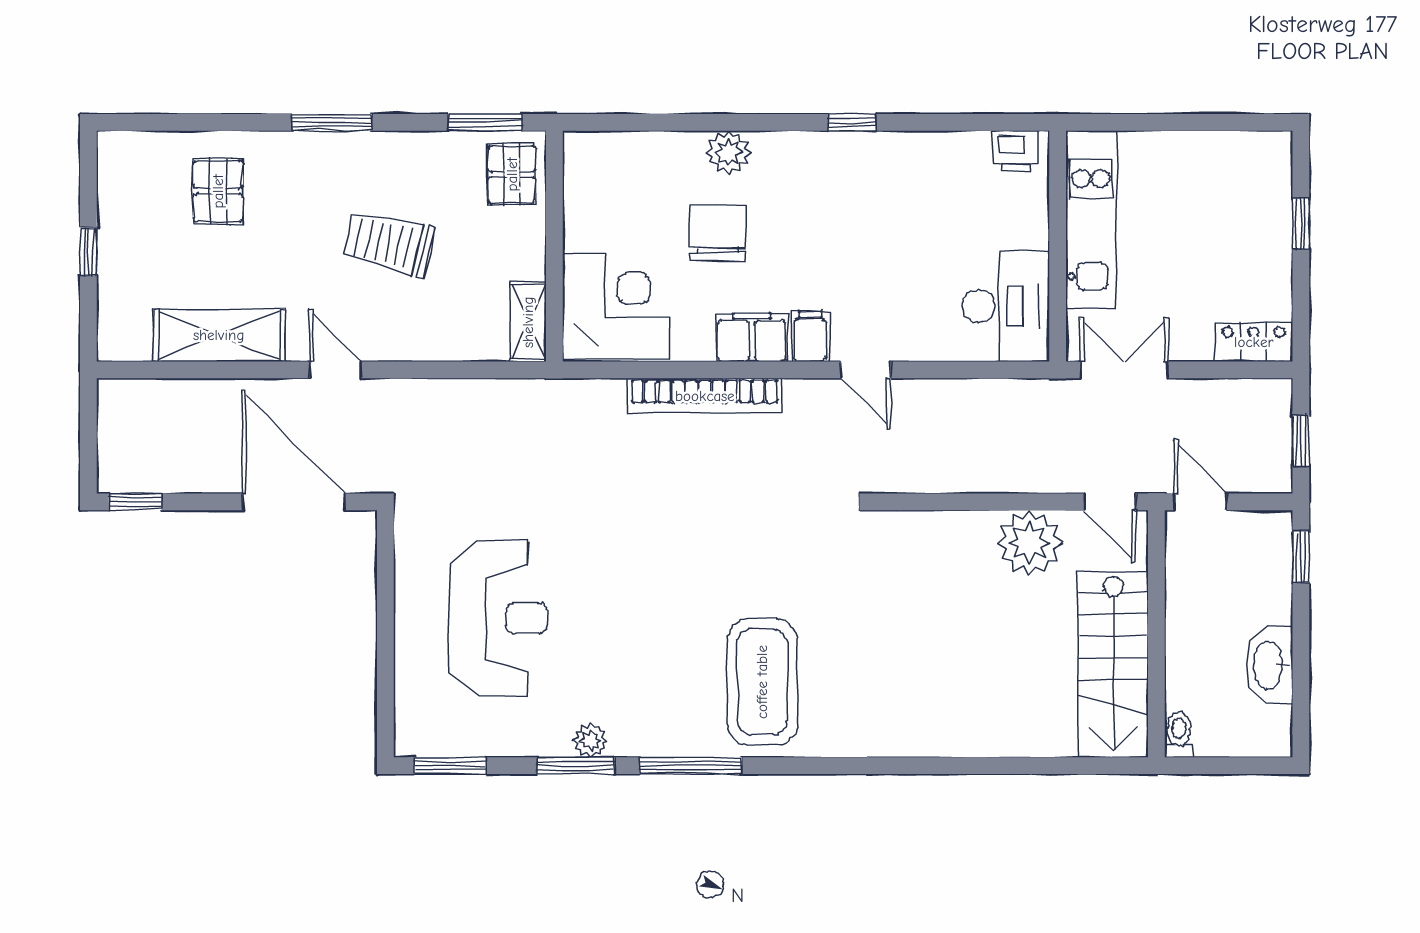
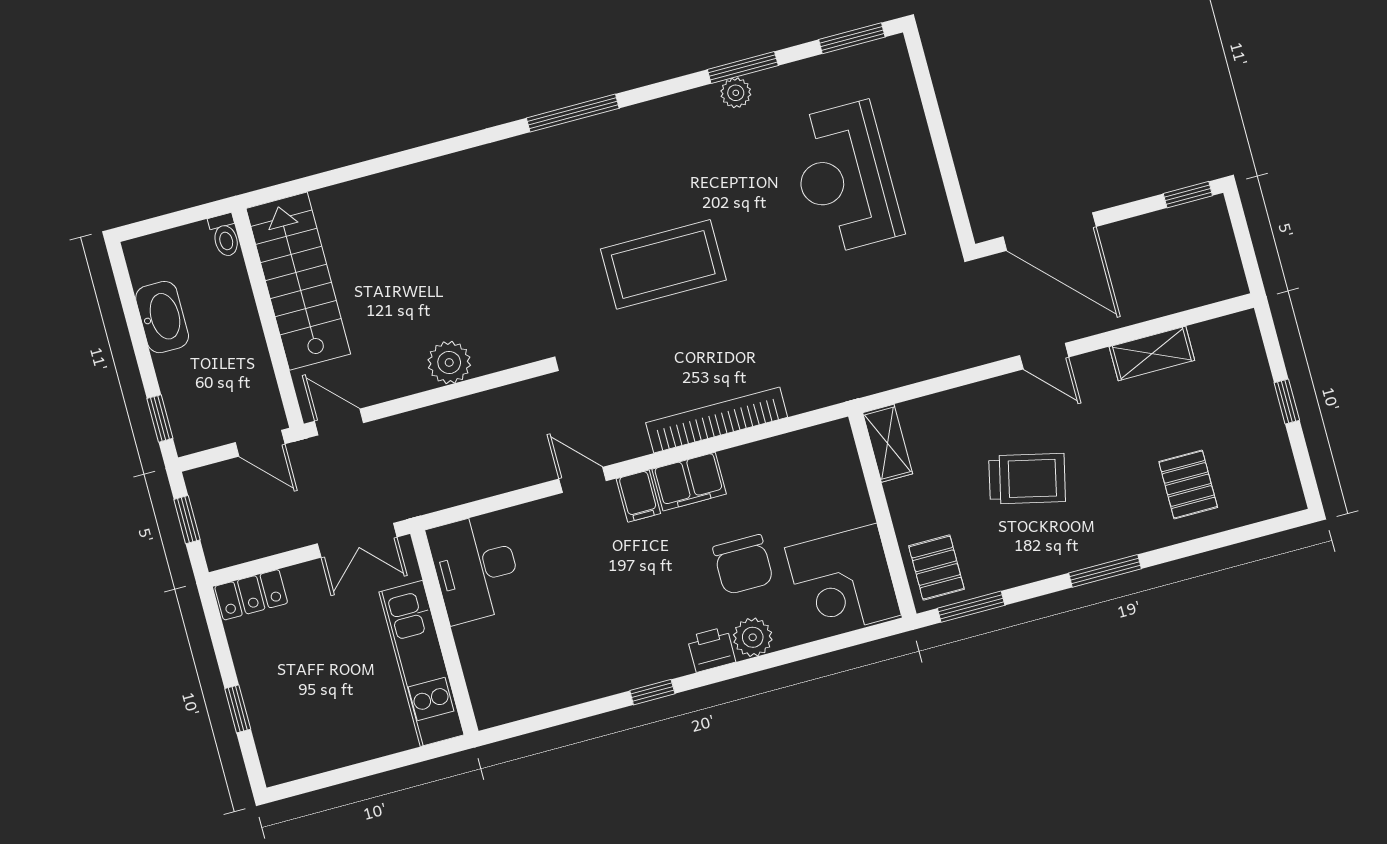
printer: (1016, 151) -> (711, 649), moved
corner desk: (616, 306) -> (843, 581), moved
shelving: (219, 335) -> (1152, 353), width x0.67, depth x0.75
plant: (1029, 543) -> (449, 362), moved, width x0.73, depth x0.73
coffee table: (762, 682) -> (663, 264), moved, turned 90
window: (691, 766) -> (573, 113), moved

